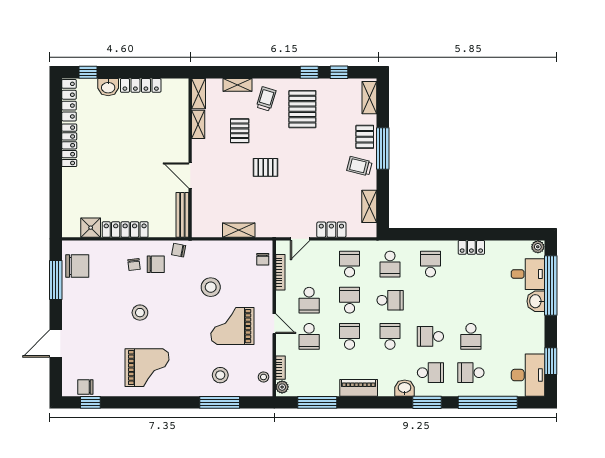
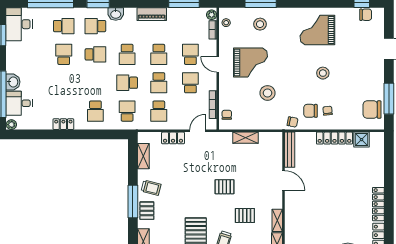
pallet: (240, 131) -> (245, 215), turned 90

